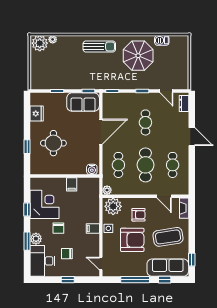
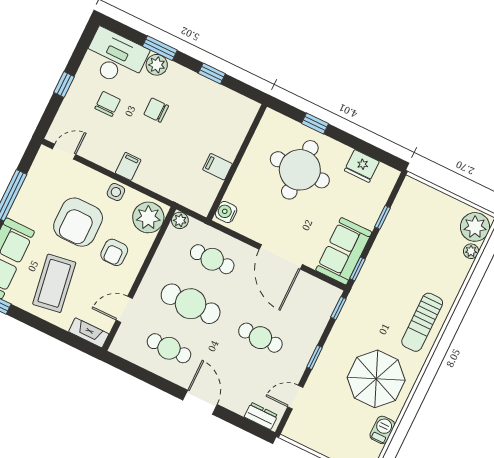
door: (192, 137) -> (200, 402), swing flipped
round table: (53, 143) -> (300, 170), width x1.36, depth x1.36
corner desk: (44, 204) -> (206, 106), removed

